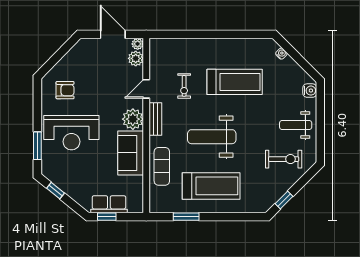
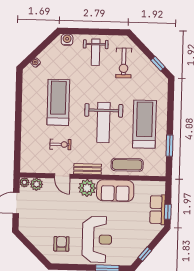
exercise bike: (284, 159) -> (124, 63), turned 180

